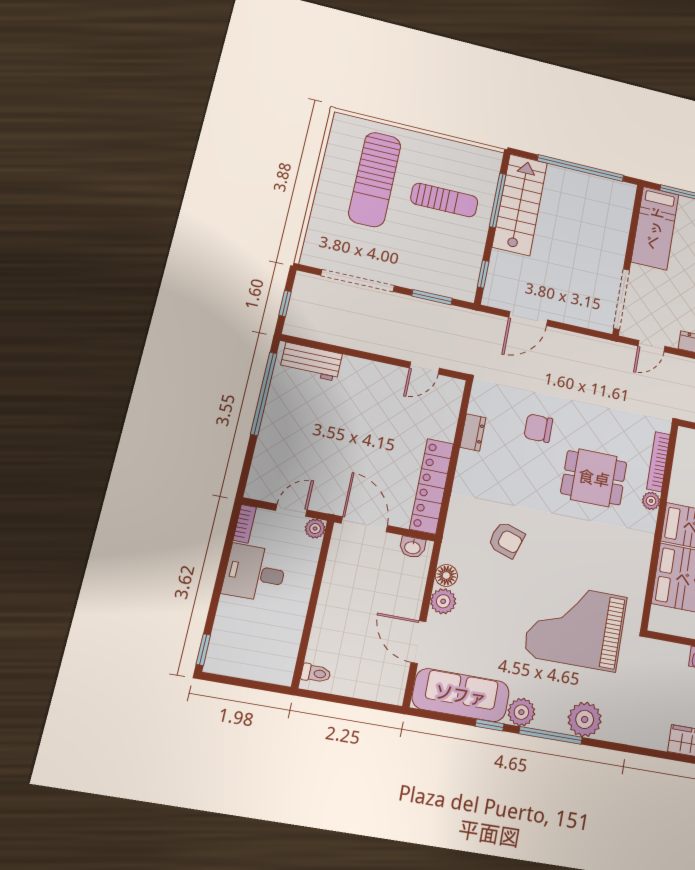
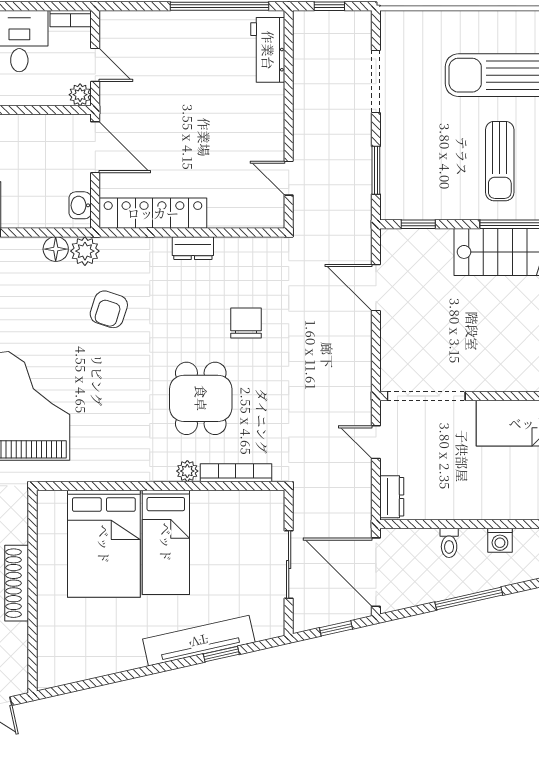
doorway: (358, 281) -> (376, 81), width x0.73
dresser: (473, 432) -> (193, 248), moved
door: (364, 524) -> (95, 147), hinge flipped
plant: (443, 601) -> (85, 251), moved

